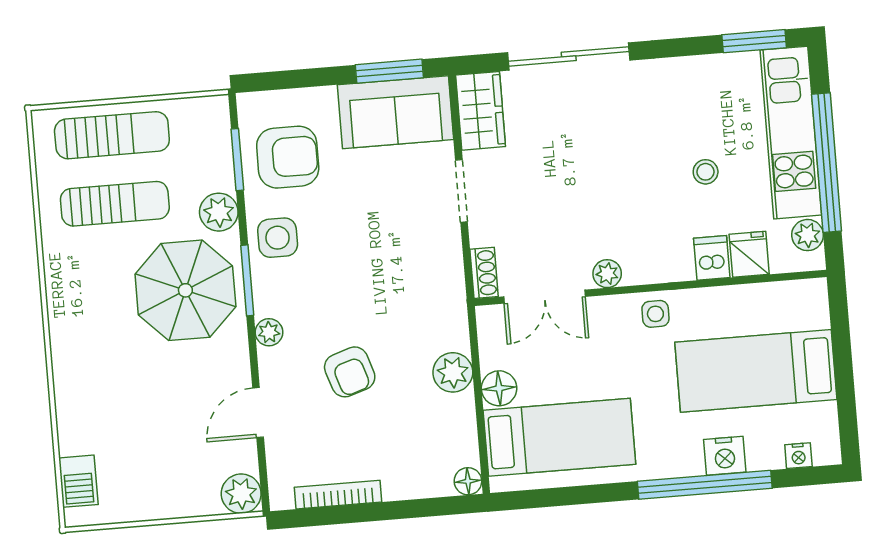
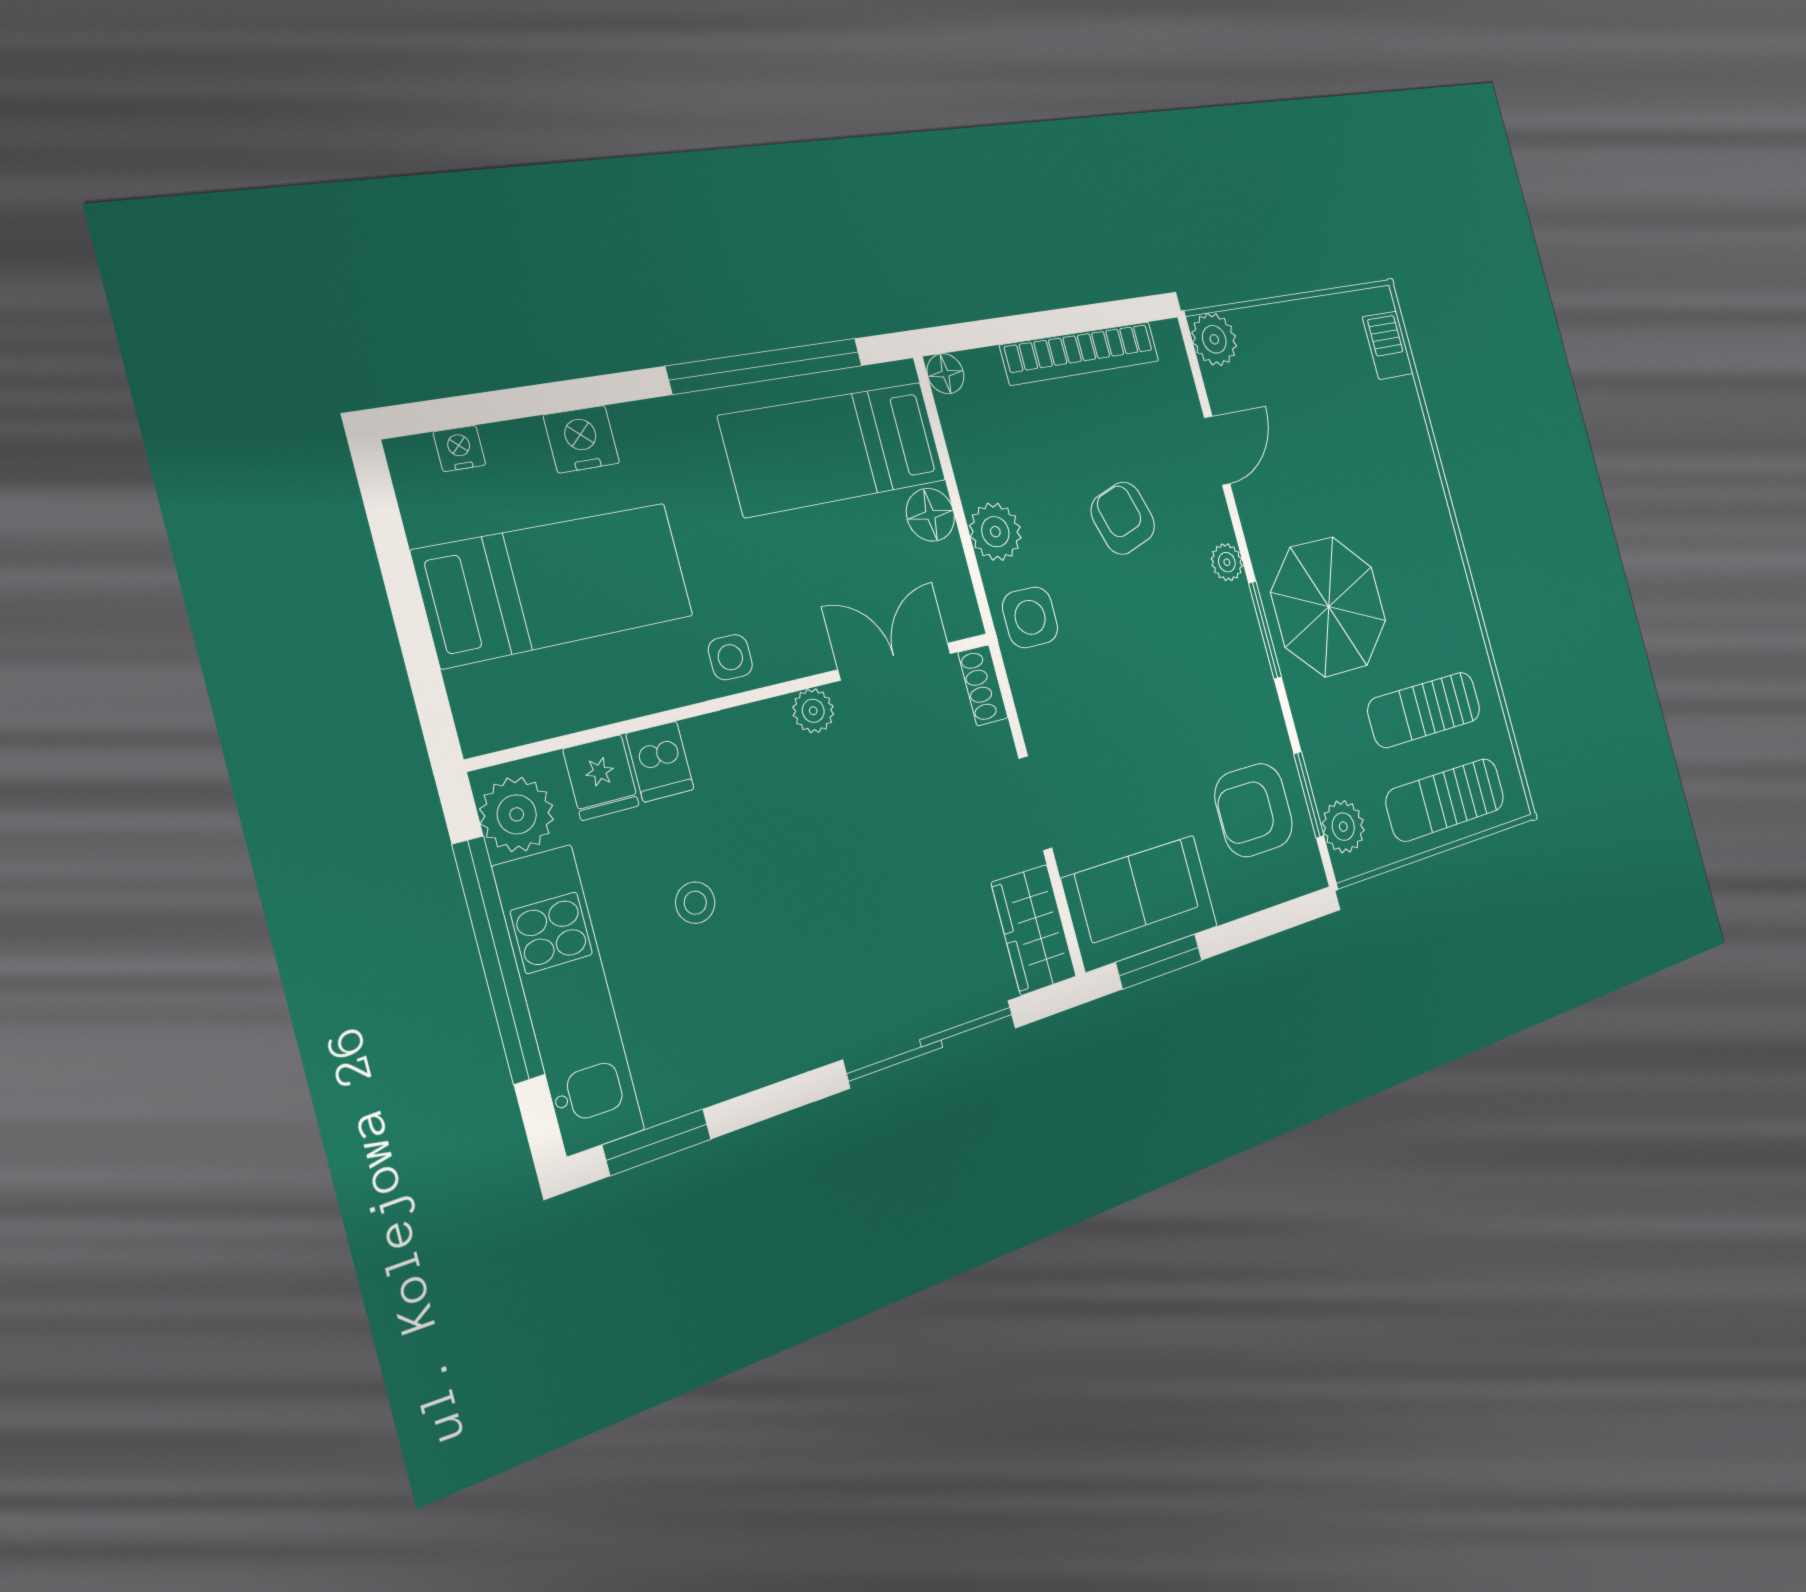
plant: (219, 212) -> (1343, 827), moved
plant: (808, 235) -> (517, 814), width x1.38, depth x1.38
side table: (278, 238) -> (1030, 617), moved
window: (705, 485) -> (766, 366), moved
bookcase: (338, 495) -> (1081, 353), width x1.48, depth x1.31

